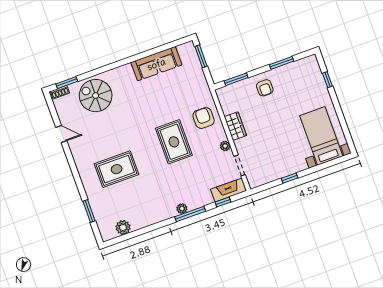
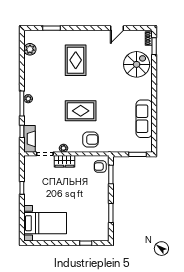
armchair: (265, 88) -> (100, 167), moved
wardrobe: (235, 126) -> (65, 161), moved

